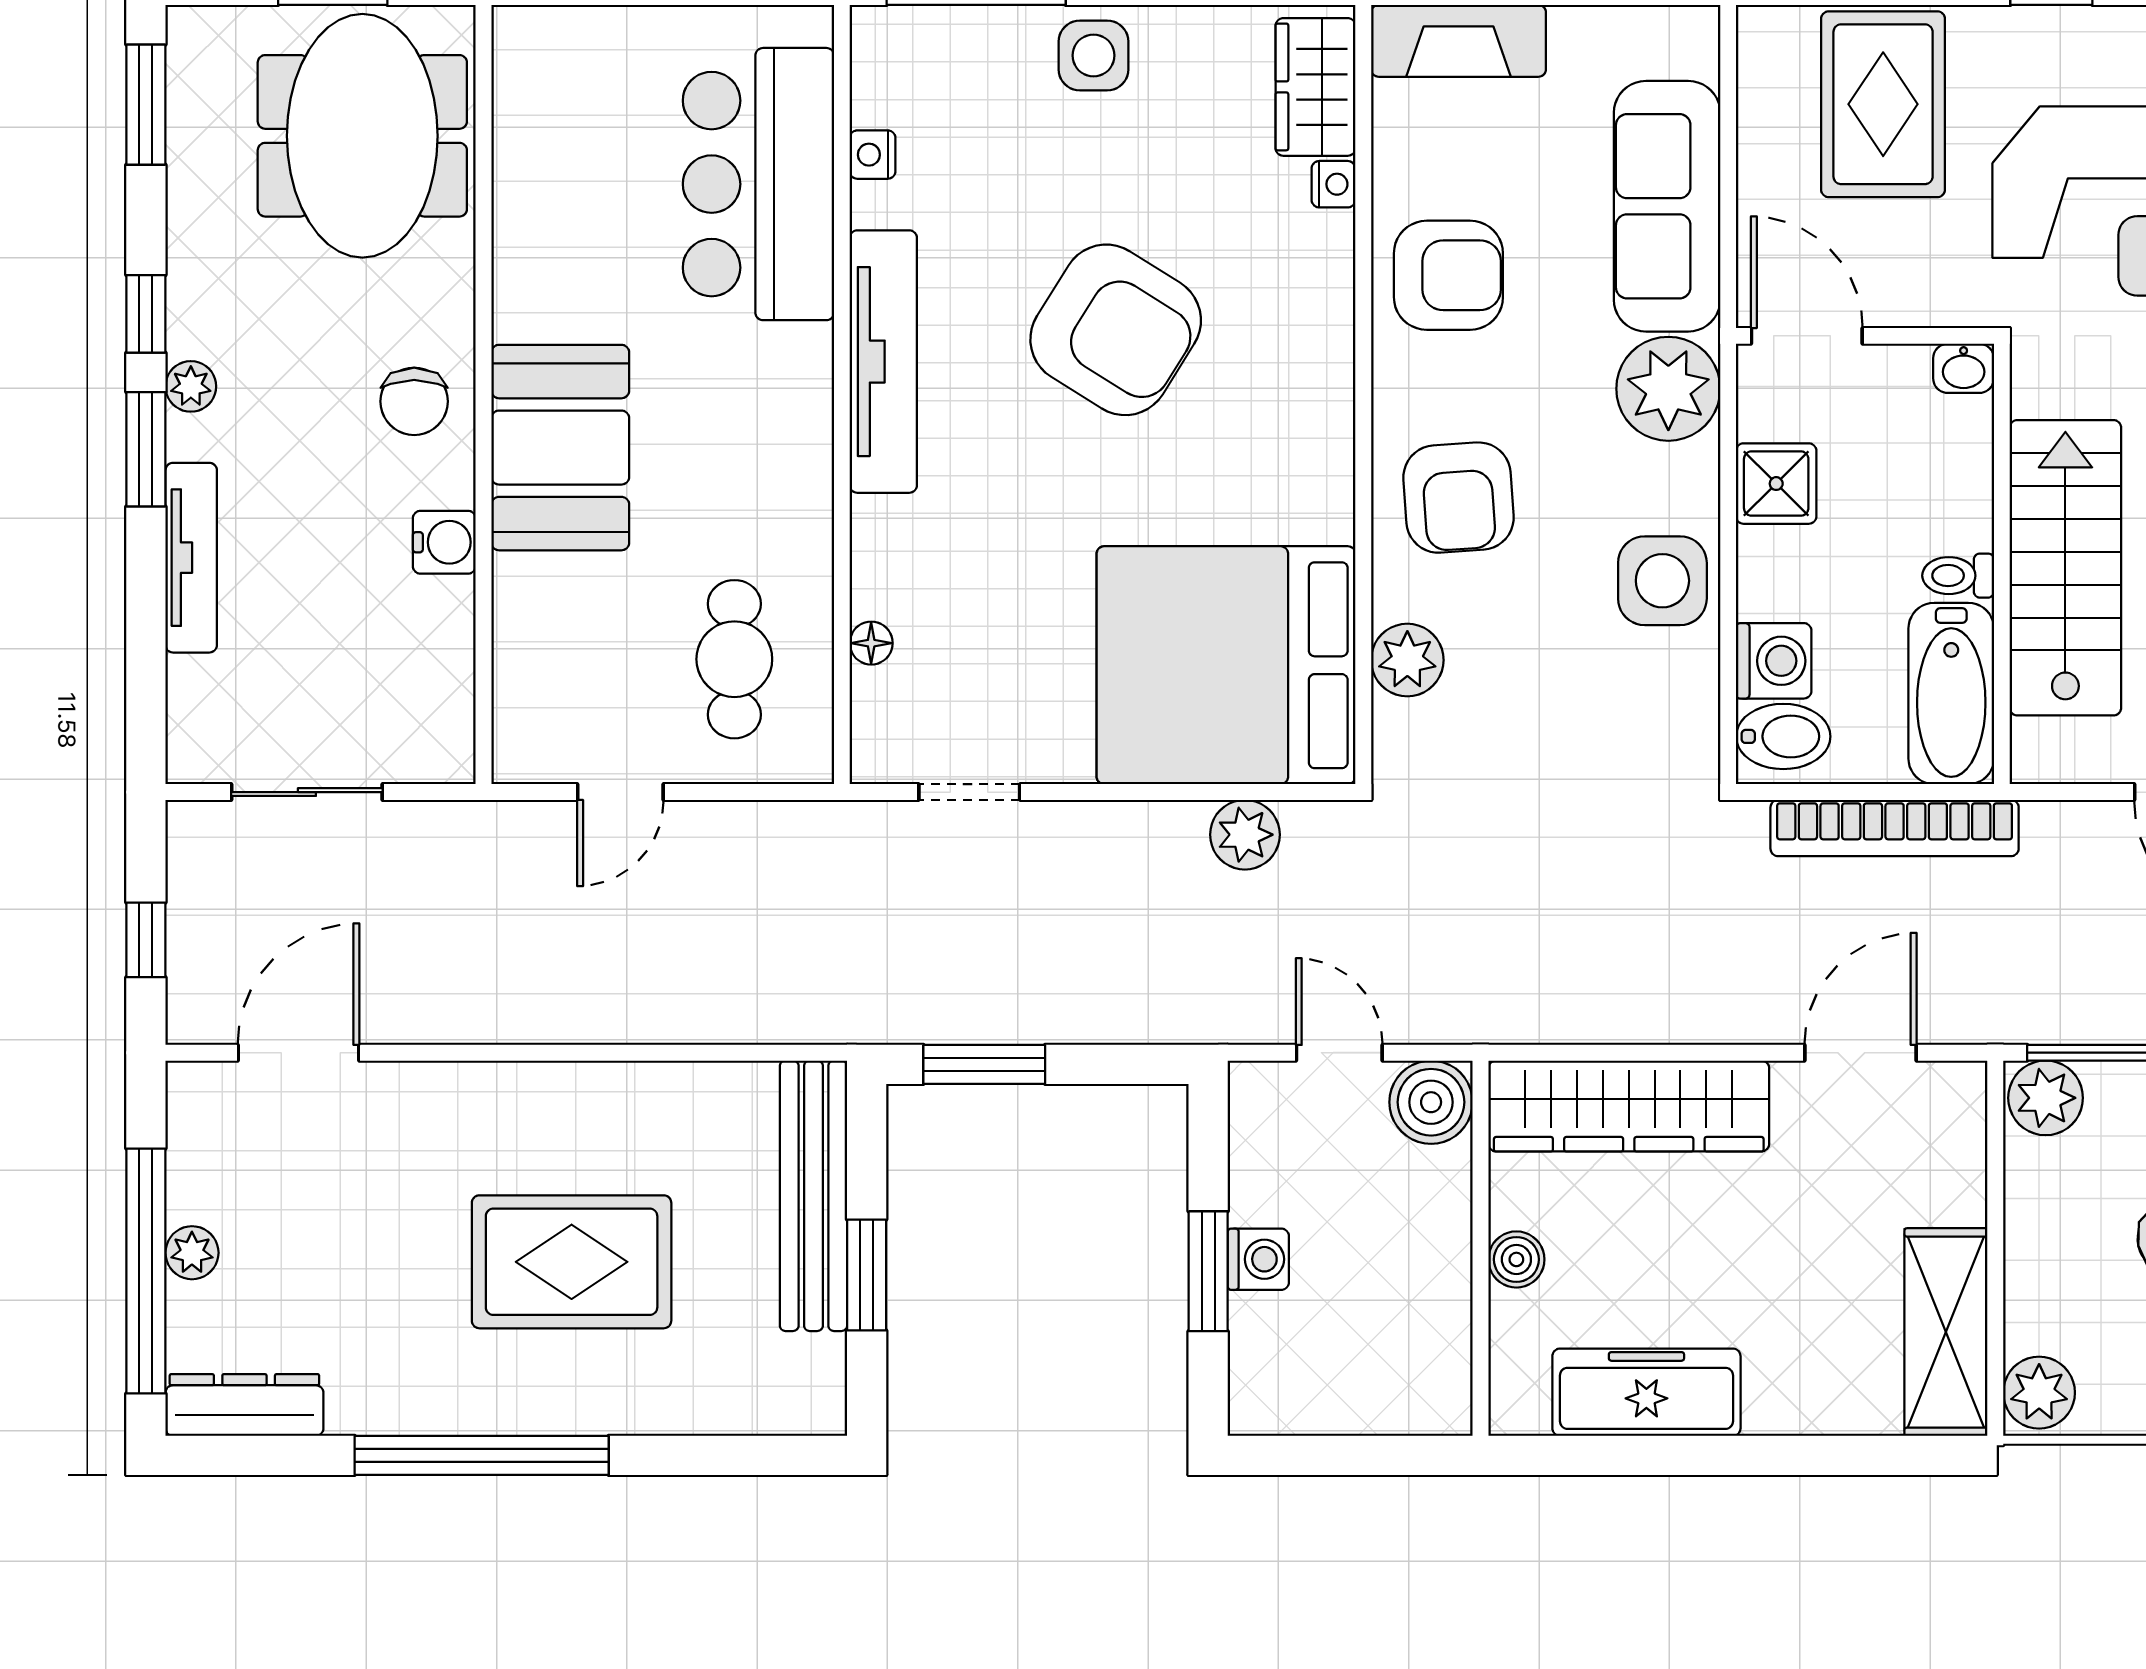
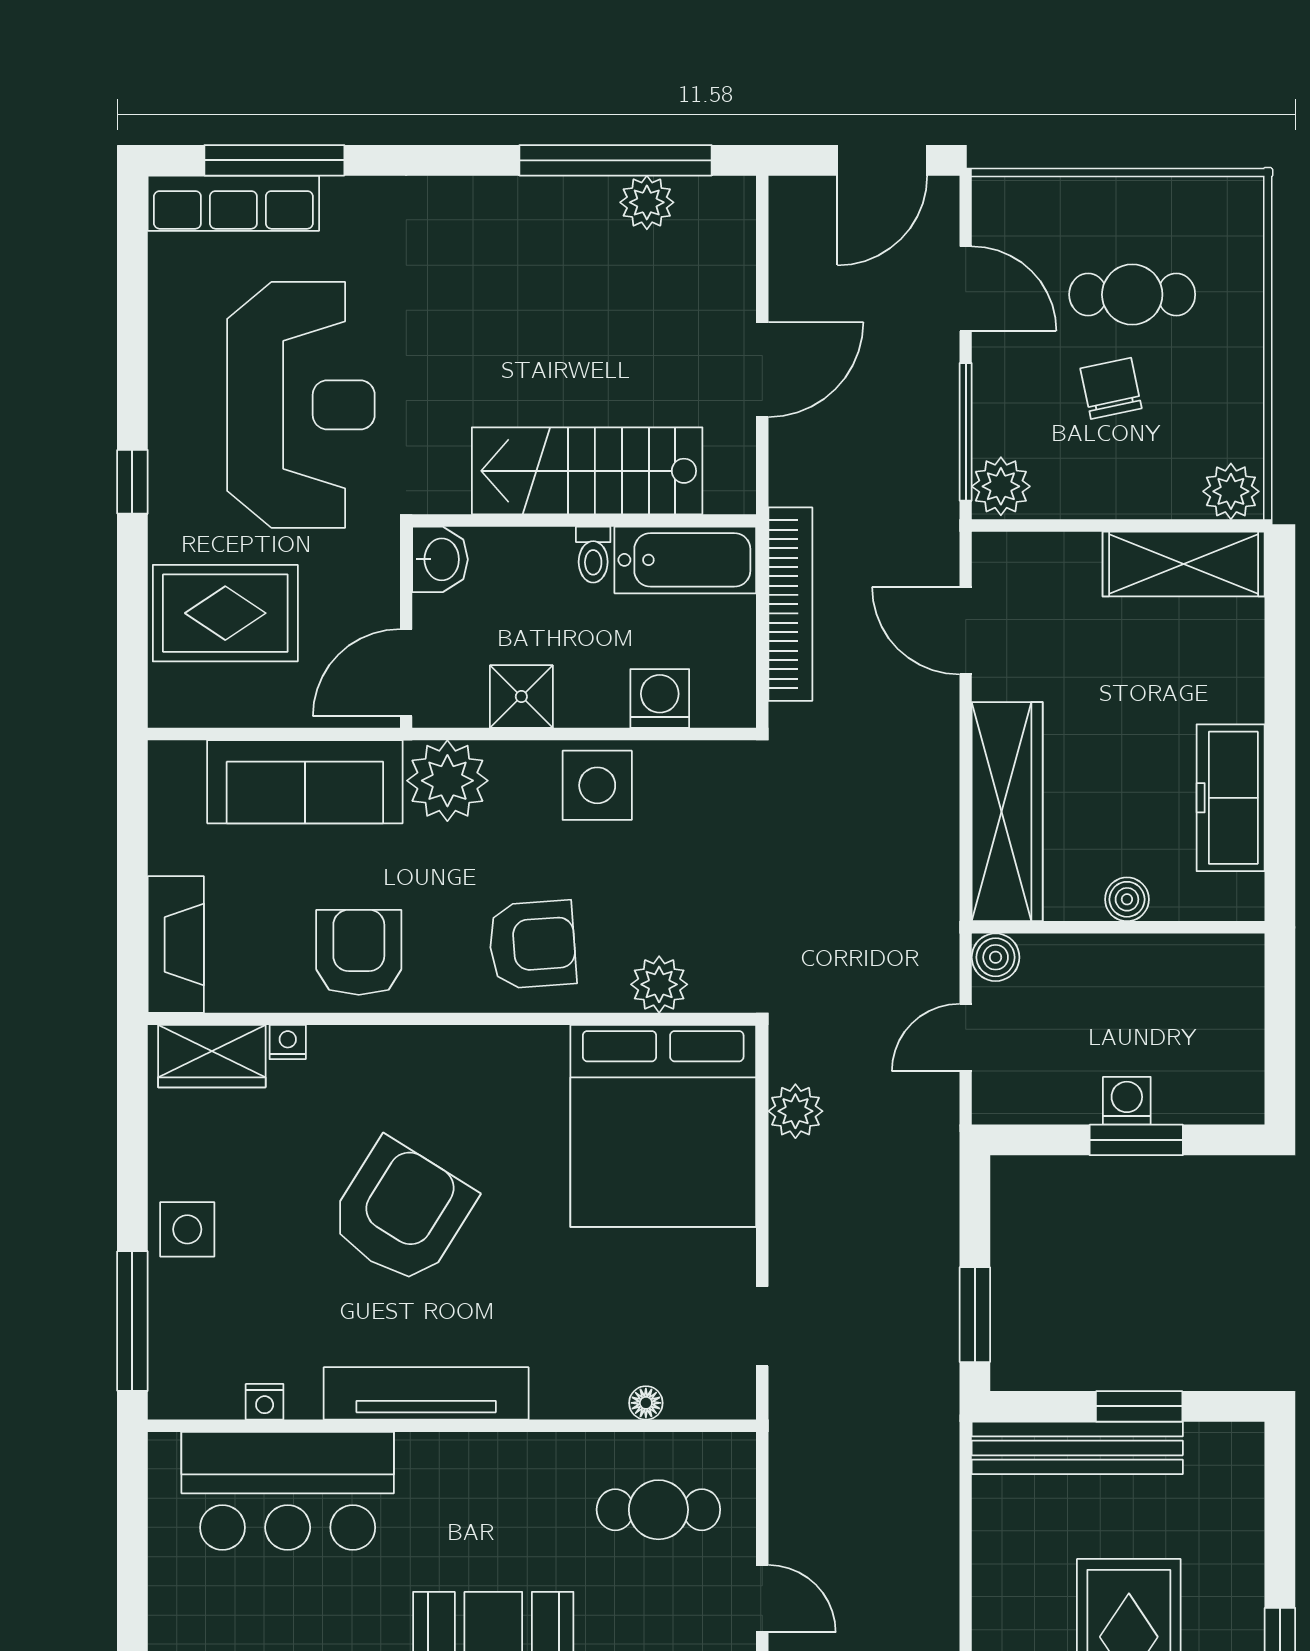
washbasin: (1964, 368) -> (440, 559), width x1.38, depth x1.45
bidet: (1783, 736) -> (719, 691), removed
boiler: (1431, 1102) -> (996, 957), width x0.73, depth x0.73

